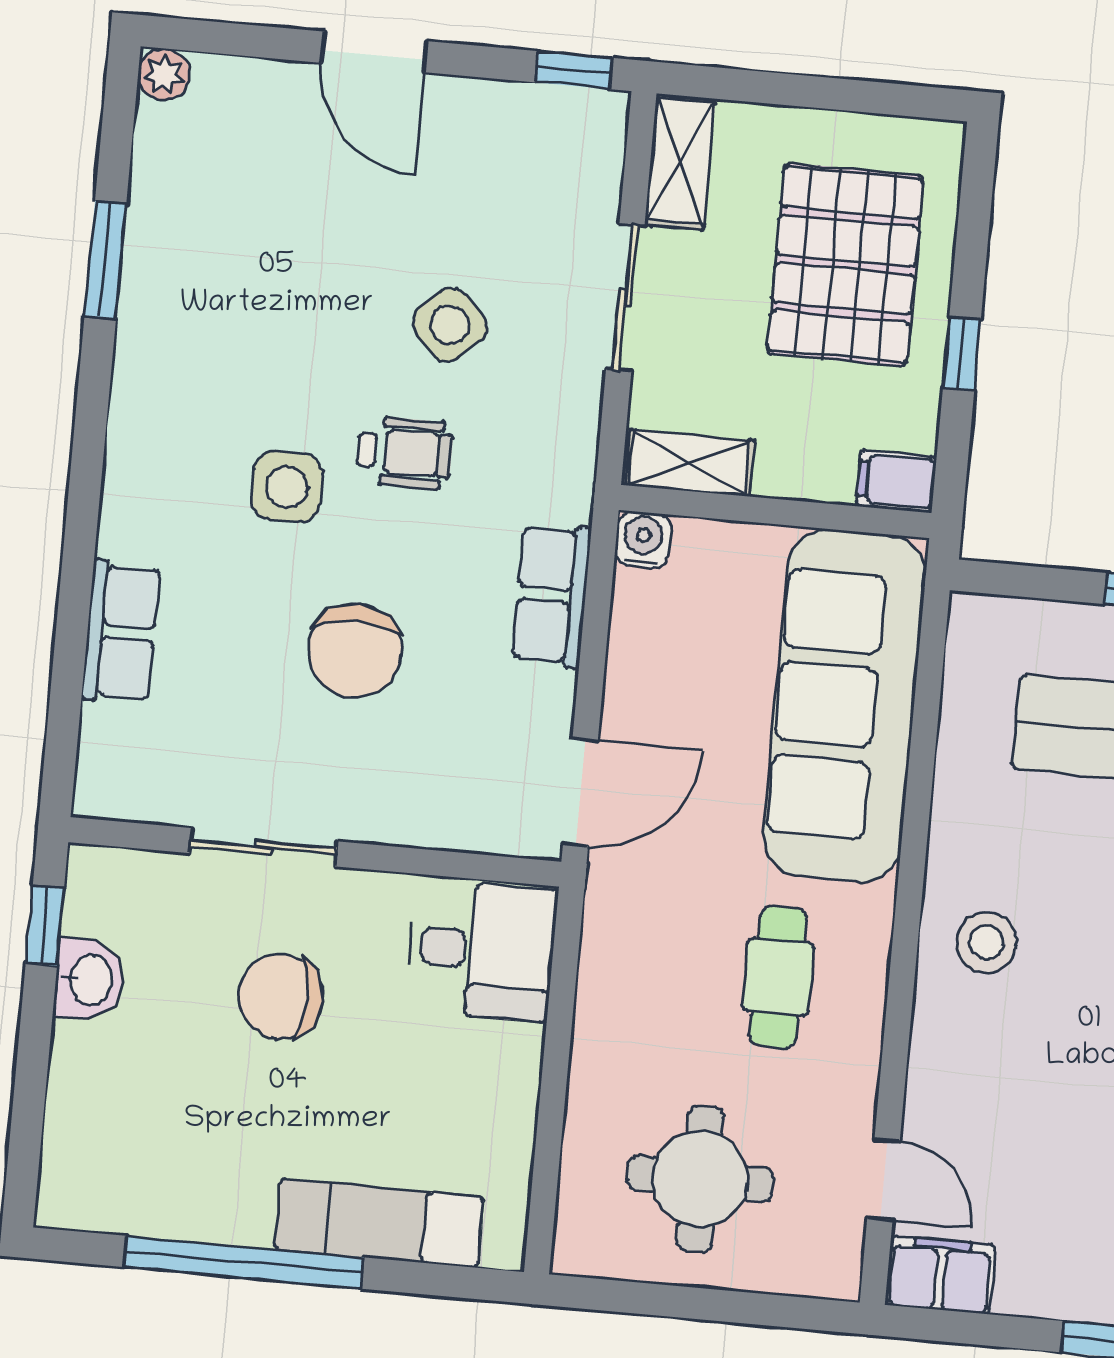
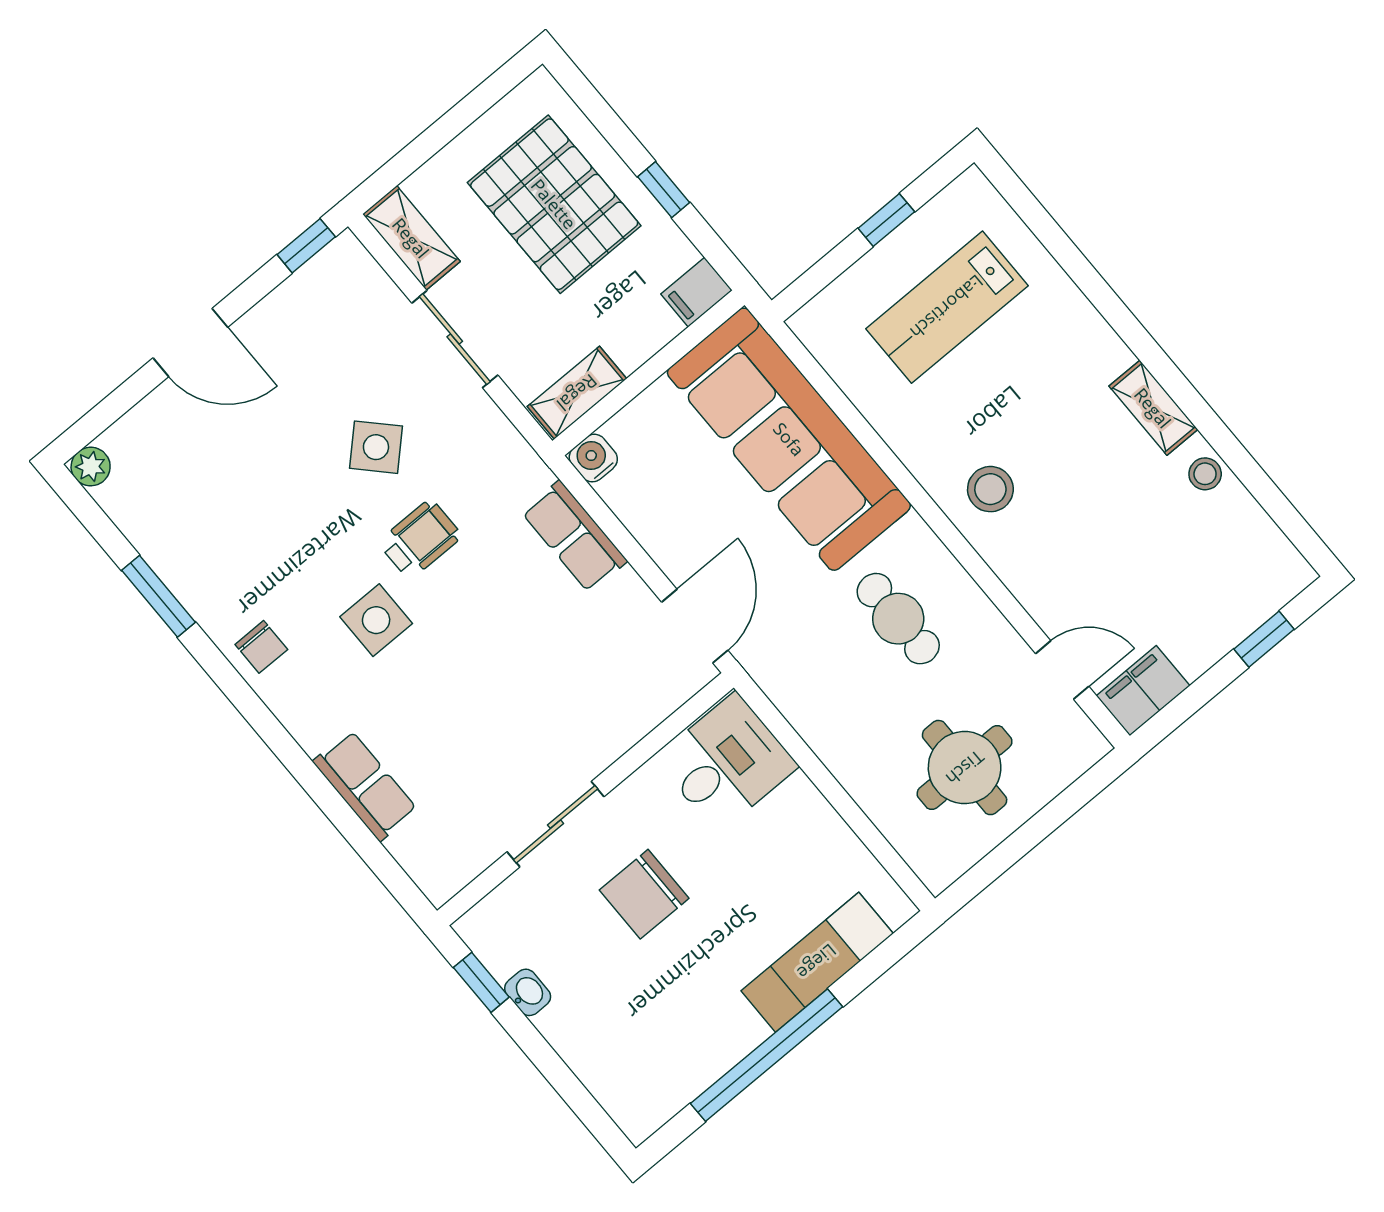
chair: (355, 651) -> (261, 647), moved, width x0.54, depth x0.54
washbasin: (89, 980) -> (528, 992), width x0.72, depth x0.69

